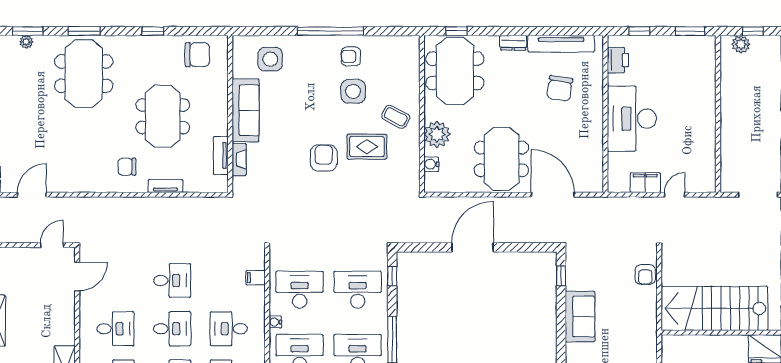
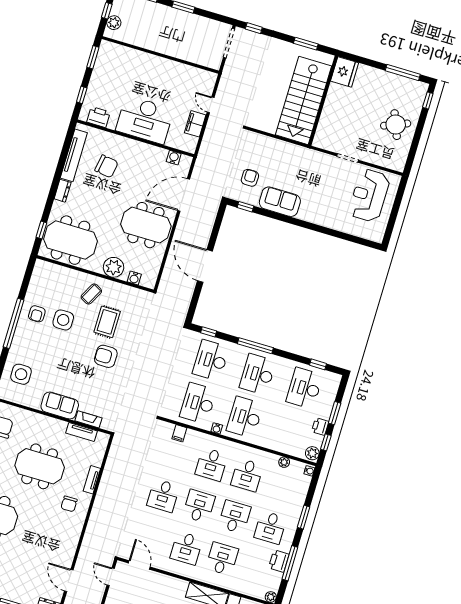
sofa: (246, 110) -> (60, 405), width x0.73
water cooler: (595, 168) -> (174, 158), added
armchair: (645, 274) -> (250, 178), moved, turned -90
desk: (172, 281) -> (163, 496), turned 180
desk: (116, 329) -> (186, 548), turned 180

